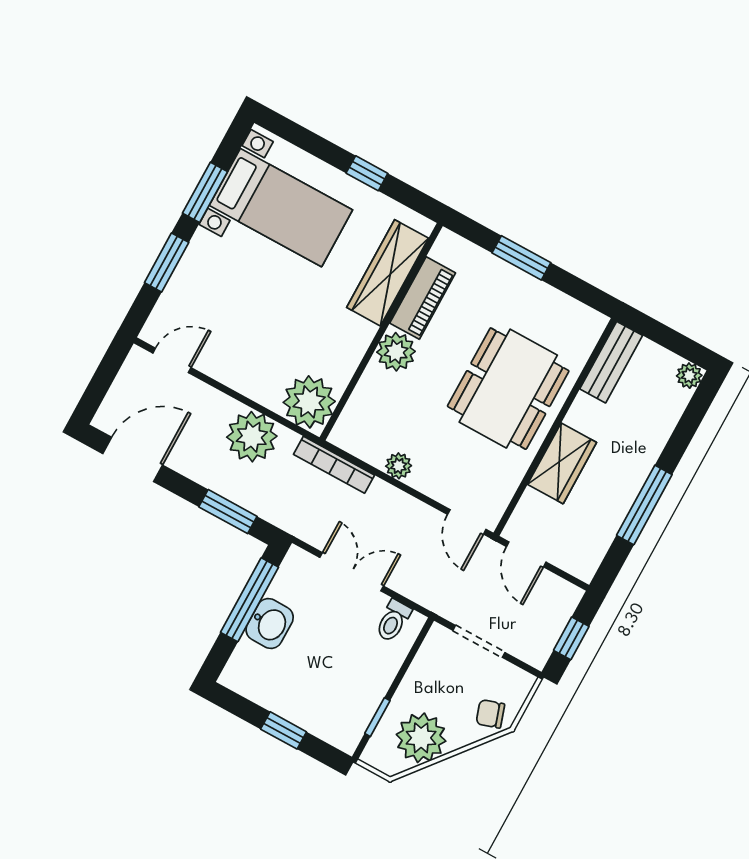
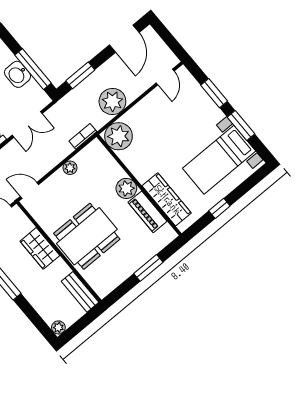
dining table: (508, 389) -> (87, 236), turned 90
bookcase: (334, 465) -> (83, 136), width x0.64

